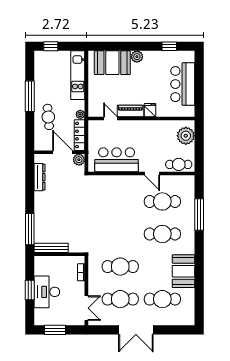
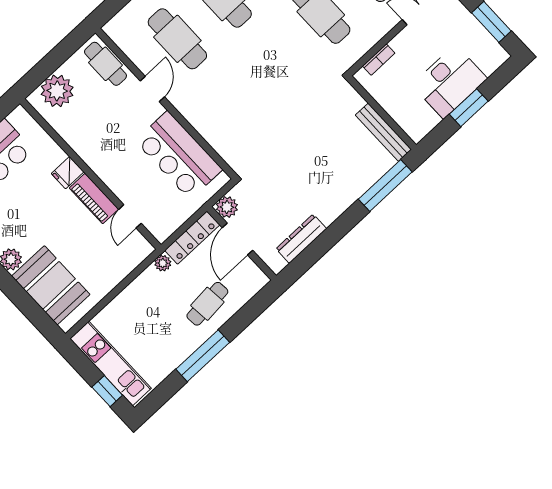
kitchen unit: (78, 75) -> (111, 363), moved, turned -90

